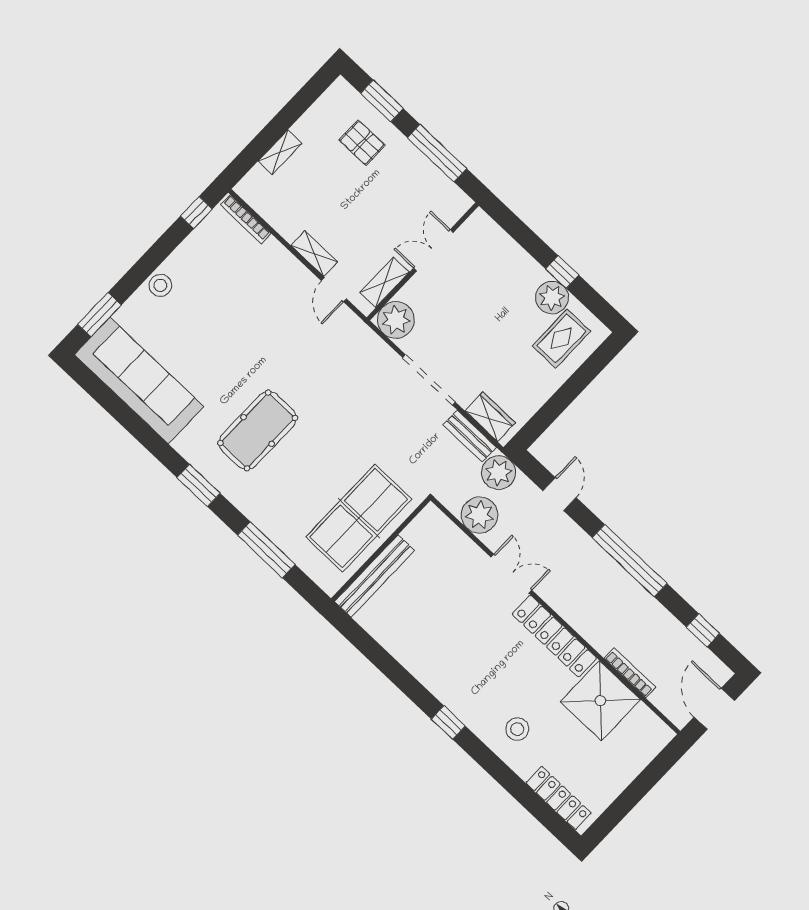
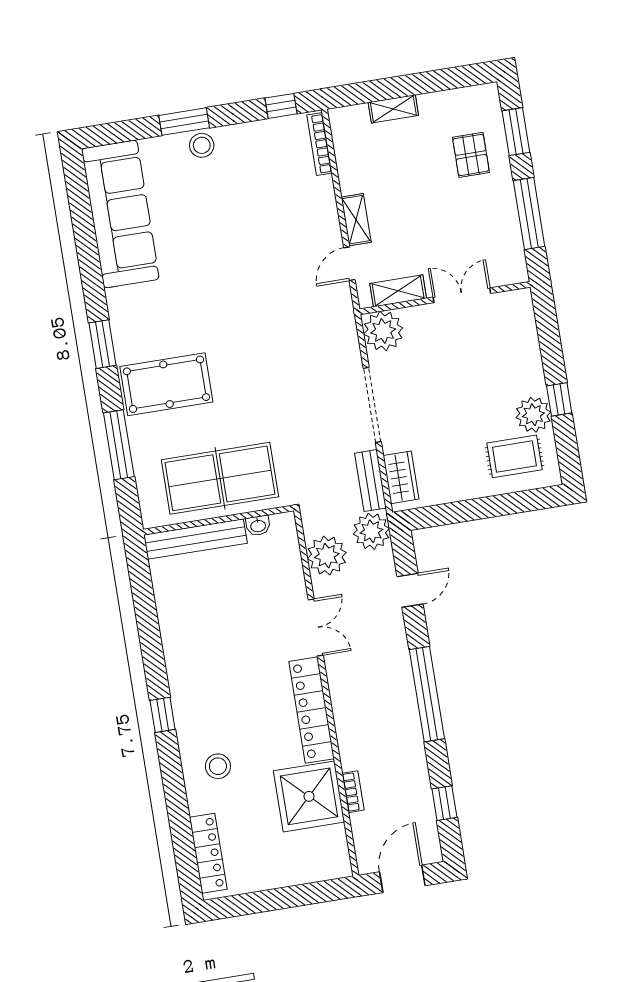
window: (99, 315) -> (184, 122), moved
pool table: (258, 430) -> (166, 384), moved
washbasin: (413, 531) -> (258, 526), added
bookcase: (630, 673) -> (353, 792), width x0.64

